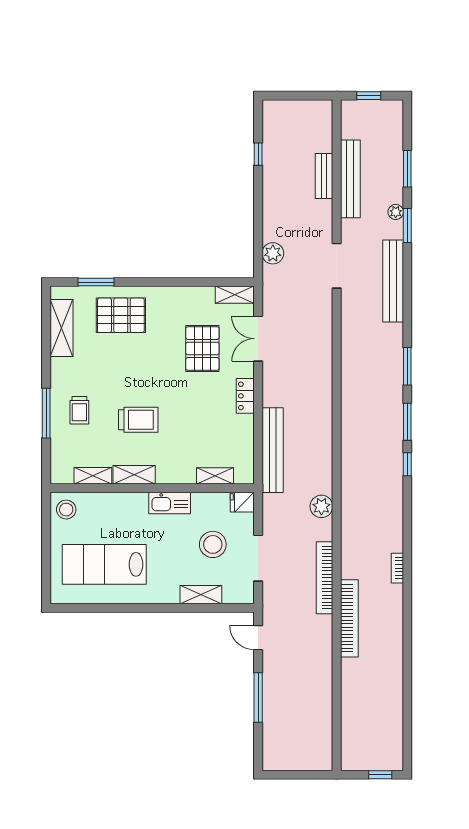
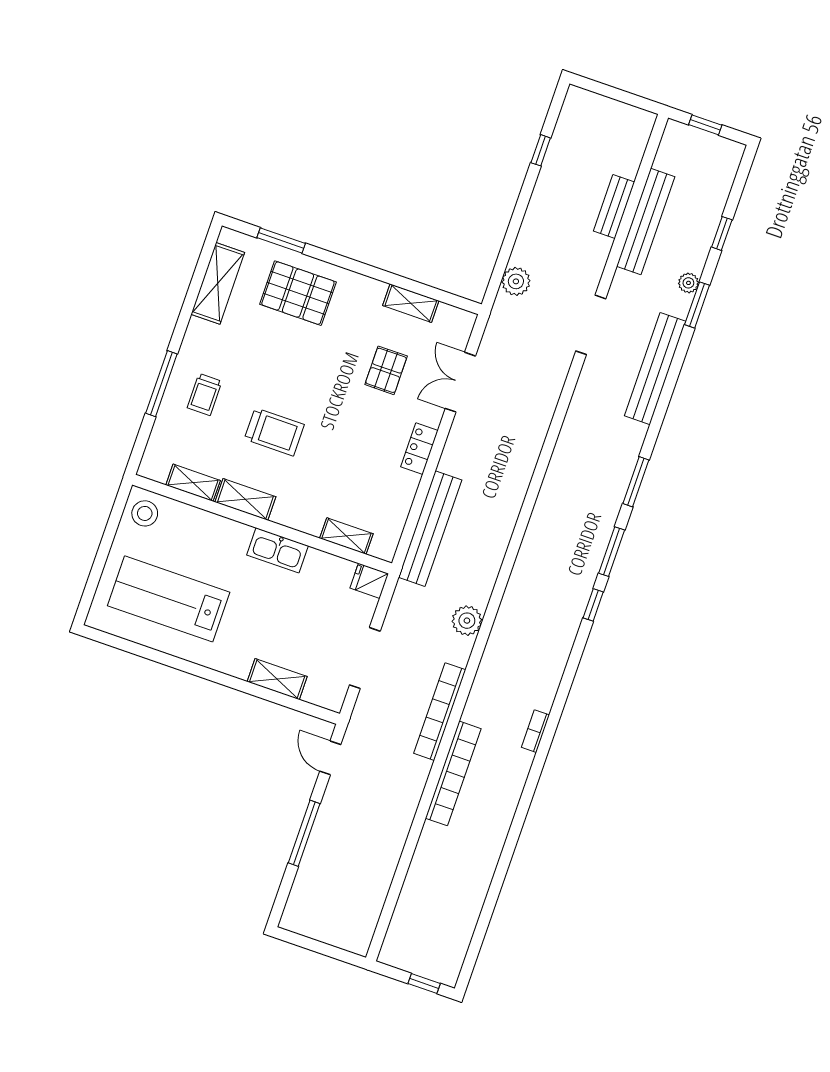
window: (407, 169) -> (722, 233), width x0.67
shelving: (235, 295) -> (411, 303), moved
pallet: (202, 348) -> (386, 370), width x0.67, depth x0.71
stool: (213, 544) -> (314, 621), removed

